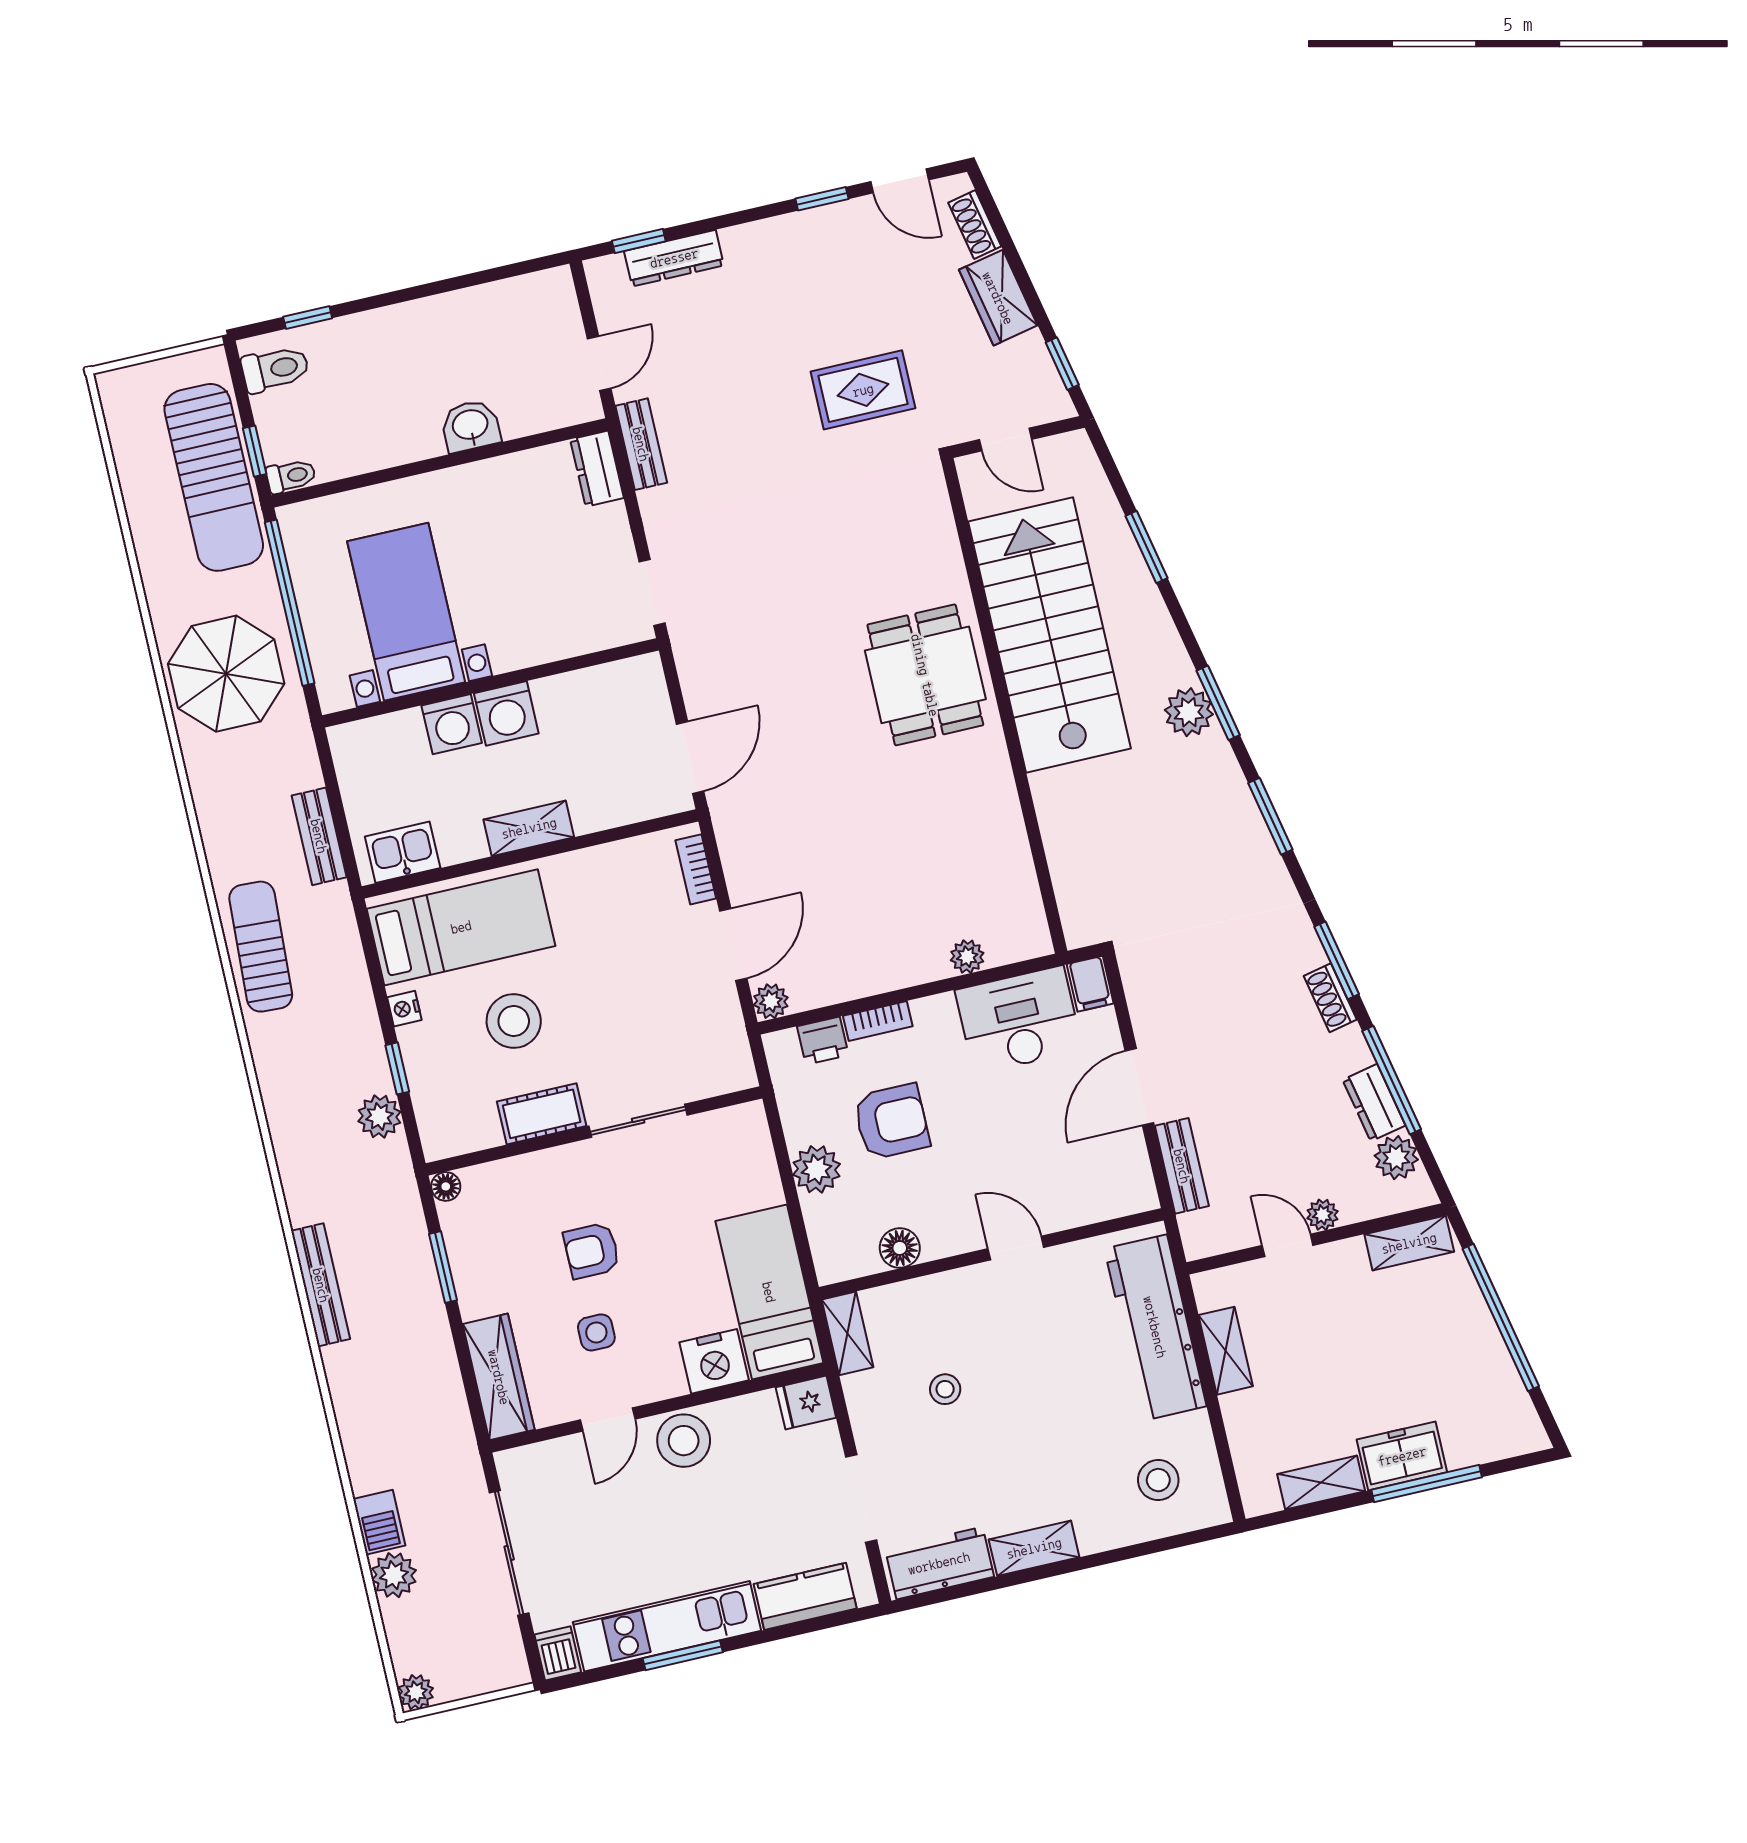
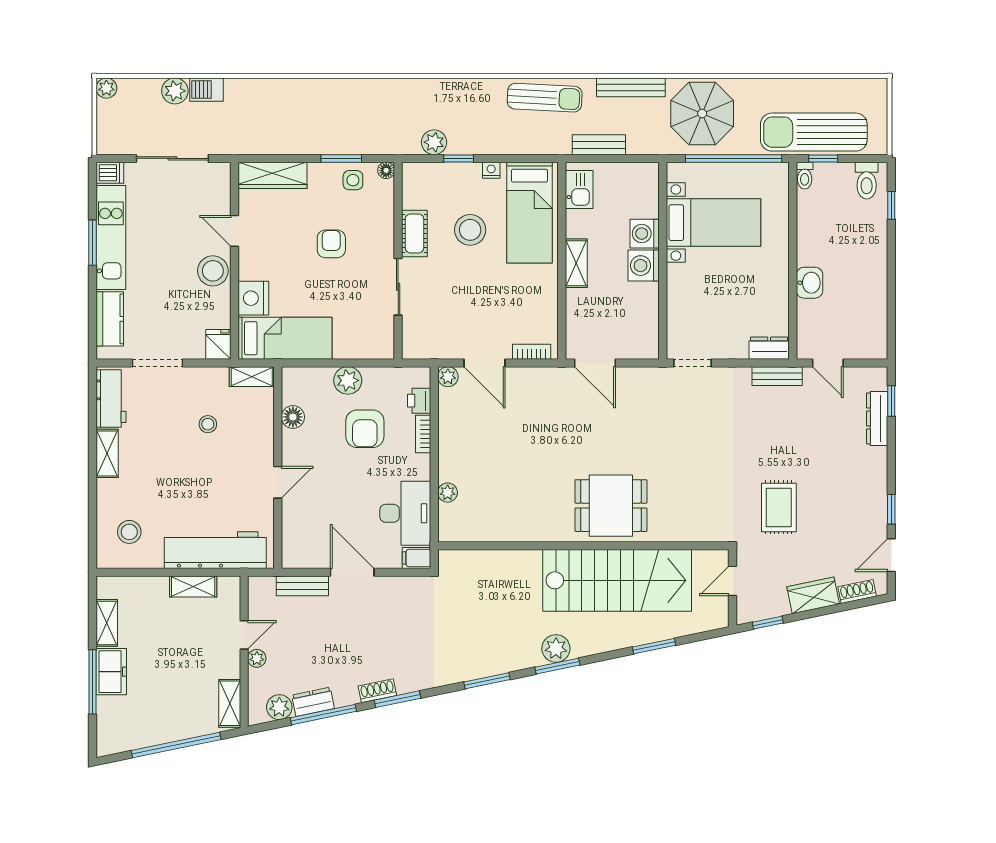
bench: (321, 1285) -> (631, 87), moved
side table: (596, 1332) -> (353, 180), moved

